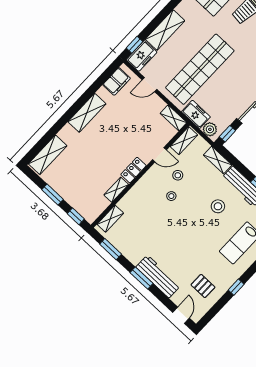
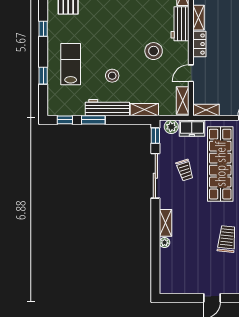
trolley: (229, 89) -> (185, 170), added
stool: (178, 175) -> (163, 71), removed
stool: (171, 196) -> (154, 51), width x1.89, depth x1.89
workbench: (134, 198) -> (180, 24), added

